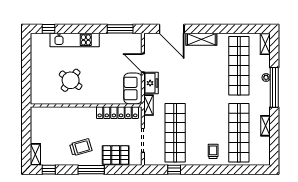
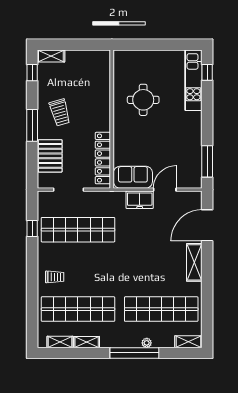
kitchen unit: (75, 40) -> (193, 80), moved
round table: (71, 80) -> (143, 100), turned -37
shelving: (149, 105) -> (60, 342), moved

